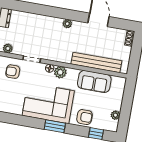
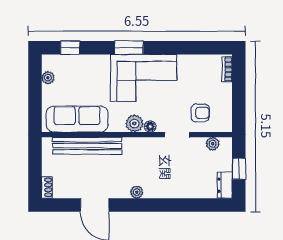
sofa: (94, 81) -> (77, 119), width x1.36
armchair: (85, 117) -> (90, 68), removed

